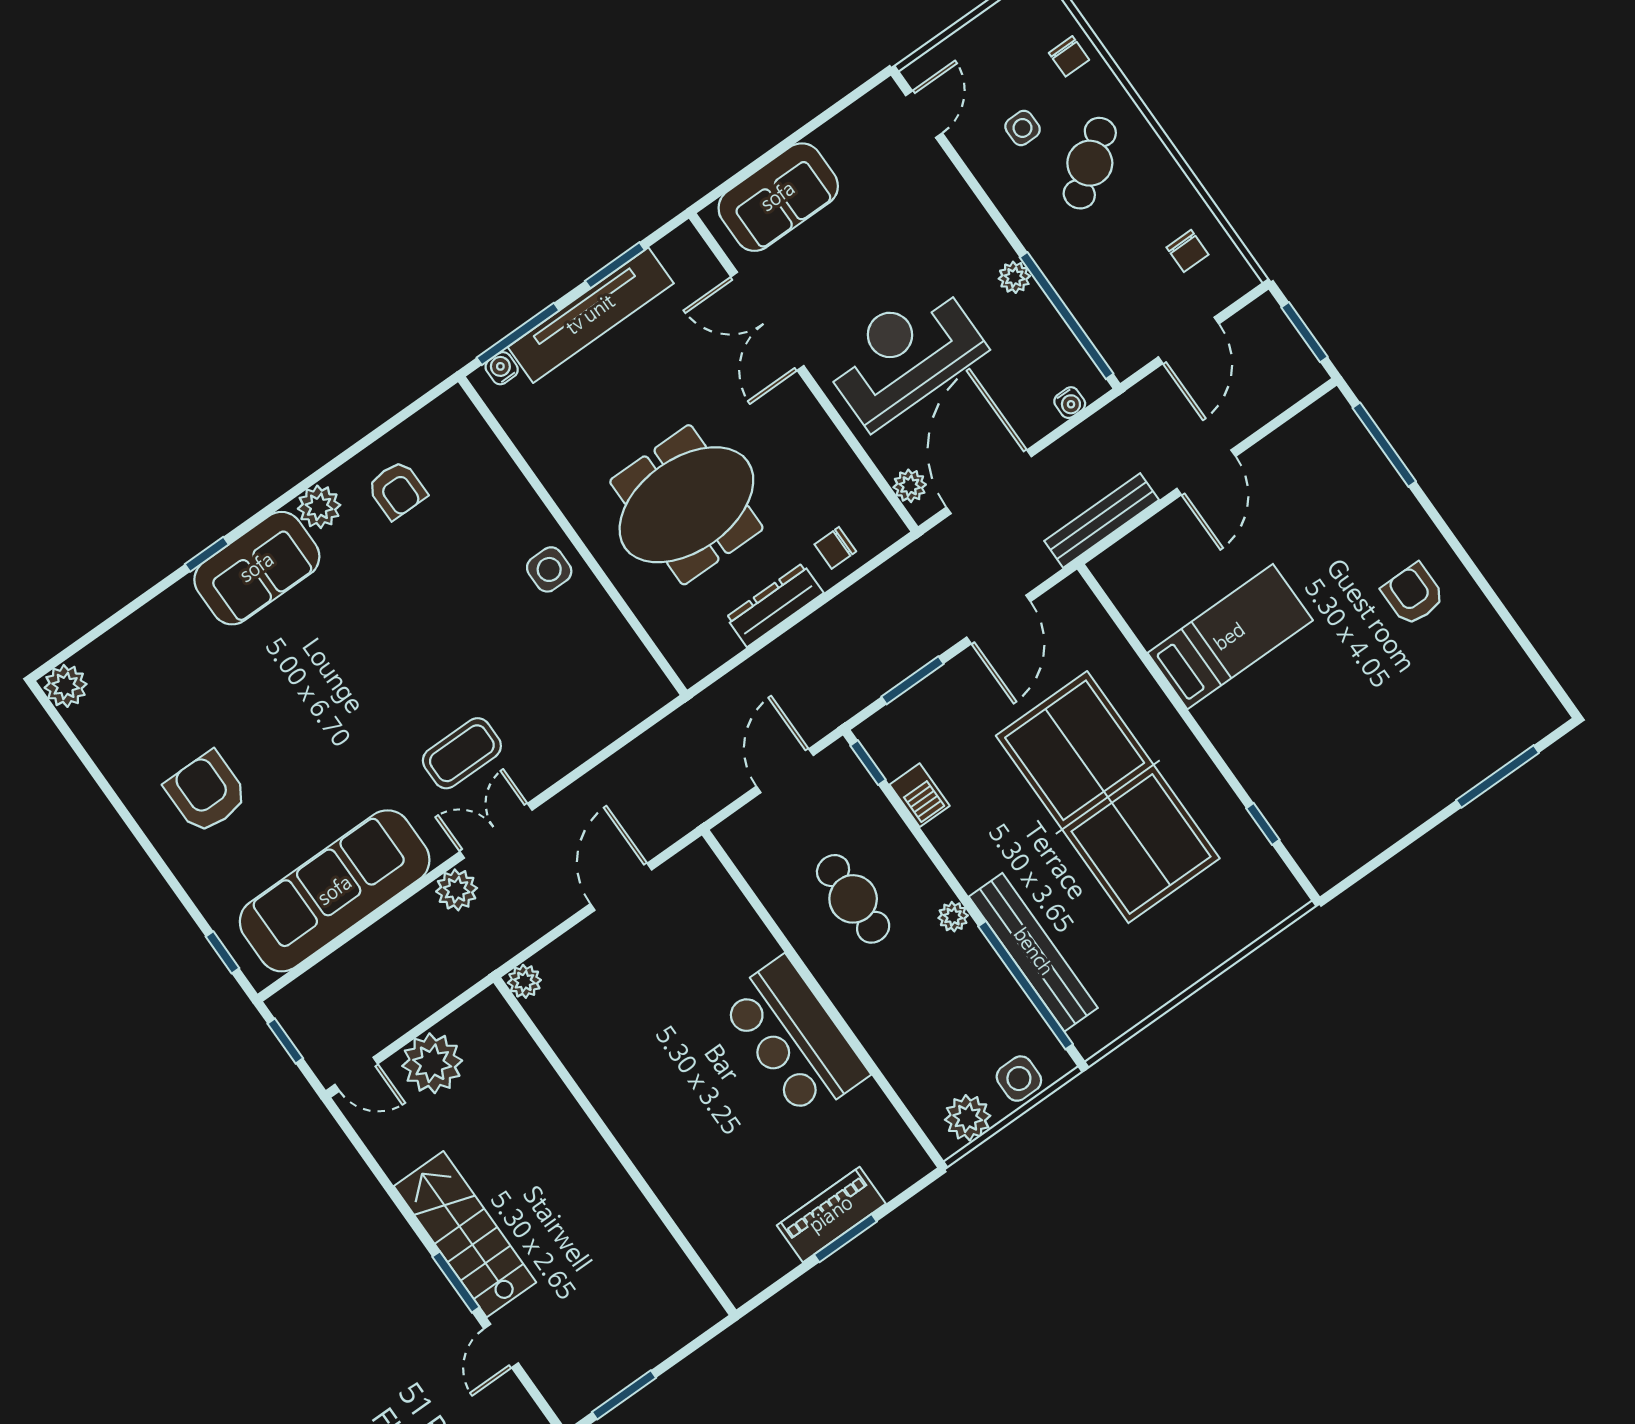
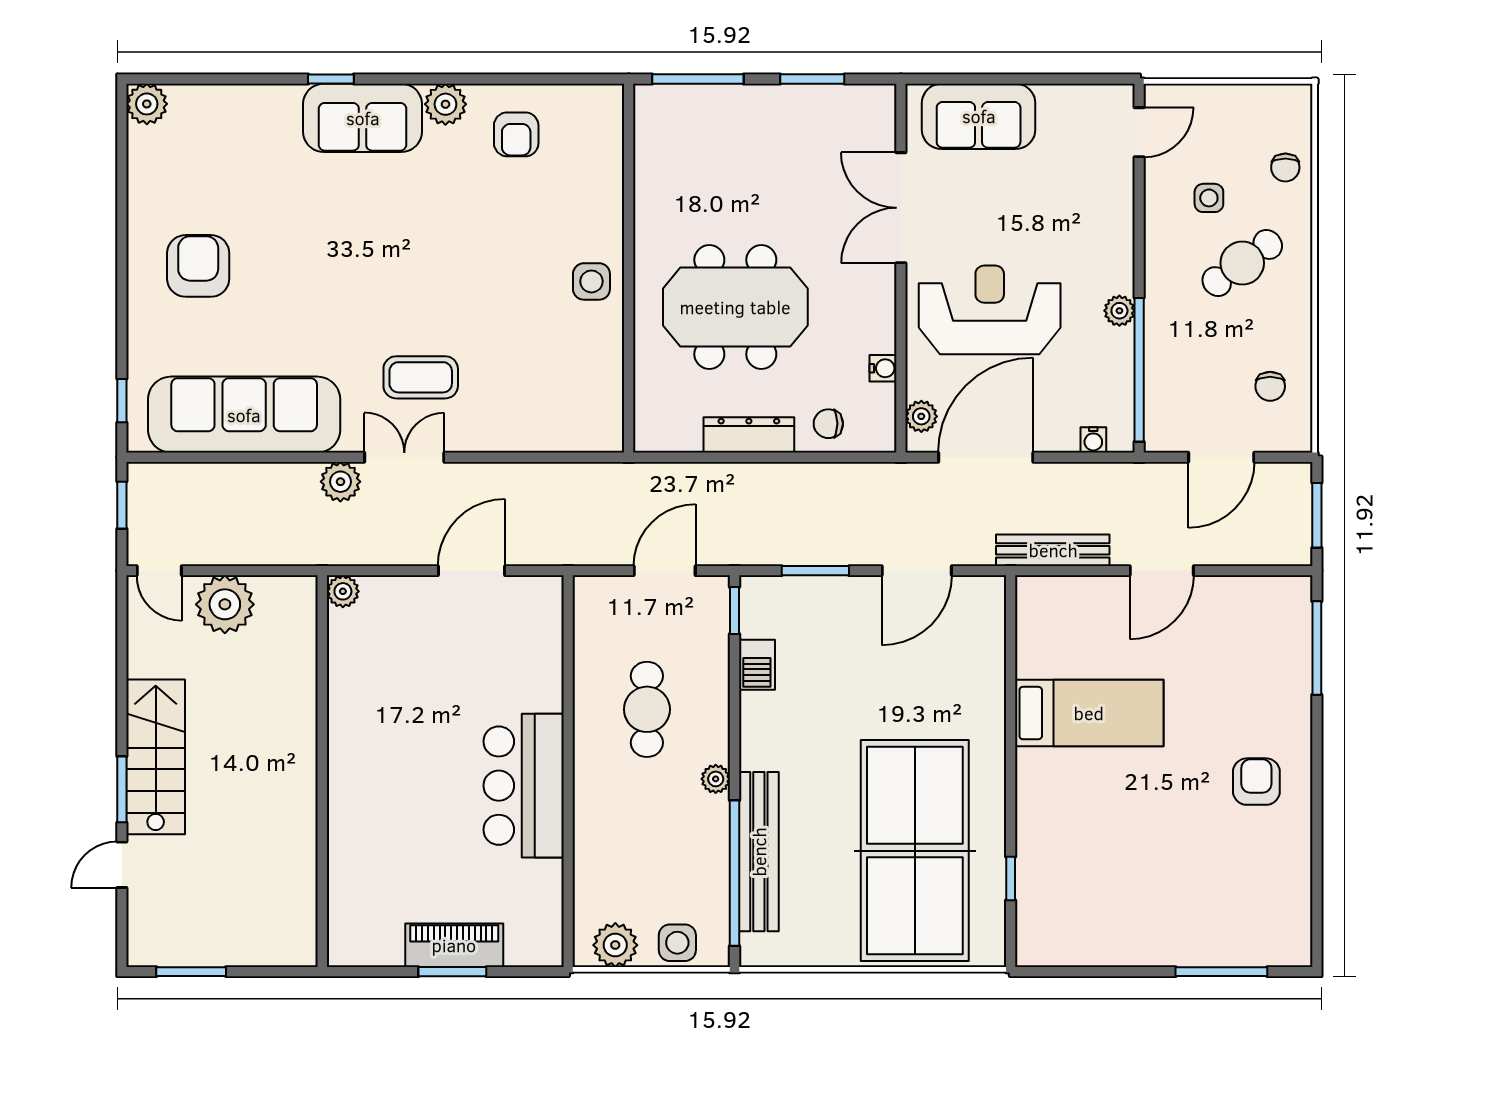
tv unit: (591, 315) -> (766, 105), removed
water cooler: (502, 368) -> (883, 368), moved, turned 90
table tennis table: (1108, 797) -> (915, 851), moved

